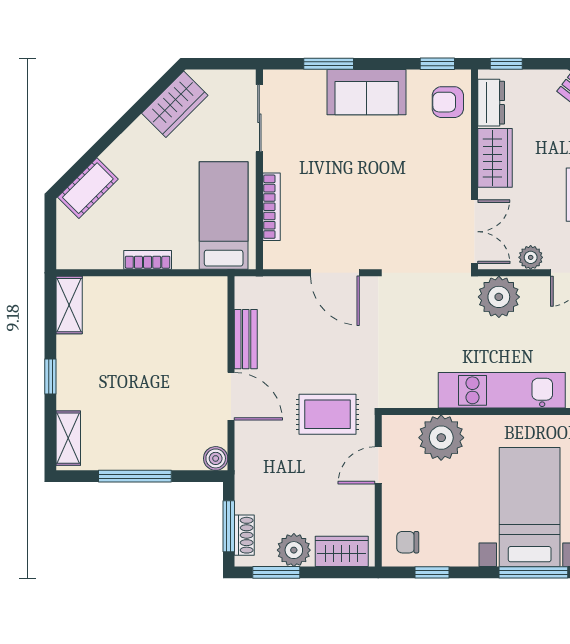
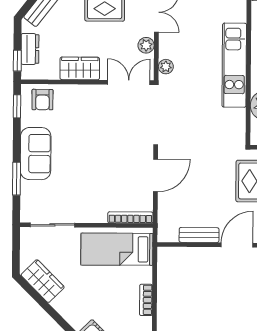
dresser: (491, 103) -> (30, 49), moved, turned 90
bookcase: (271, 207) -> (130, 217), moved
plant: (499, 297) -> (166, 67), width x0.53, depth x0.53

